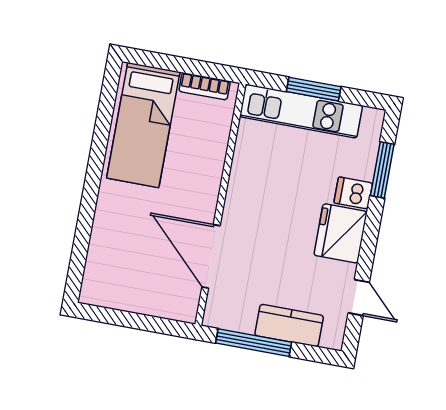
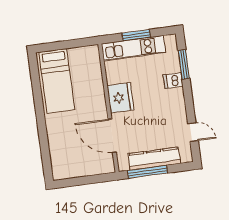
bookcase: (205, 86) -> (81, 52), removed
fridge: (341, 233) -> (120, 98), moved, turned 180
kitchen counter: (289, 325) -> (154, 159), width x1.50

